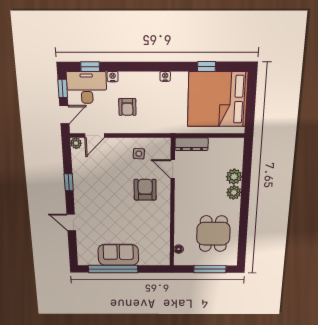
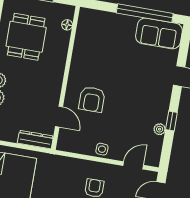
plant: (76, 143) -> (160, 129), moved
side table: (139, 154) -> (102, 149), moved
sofa: (118, 255) -> (159, 33), moved

